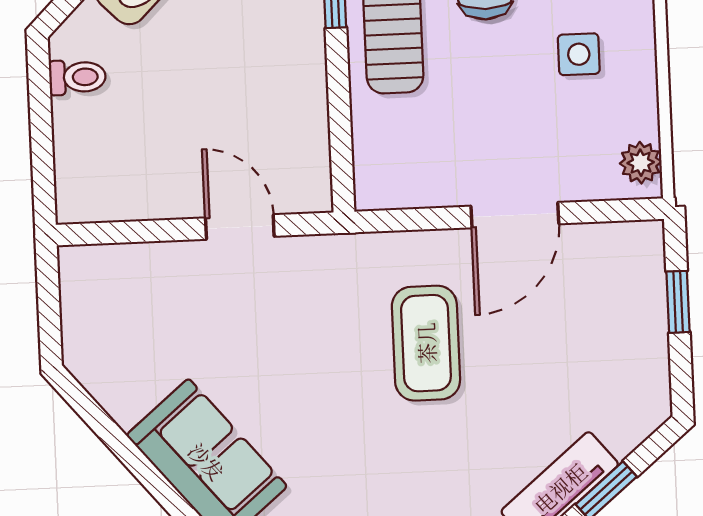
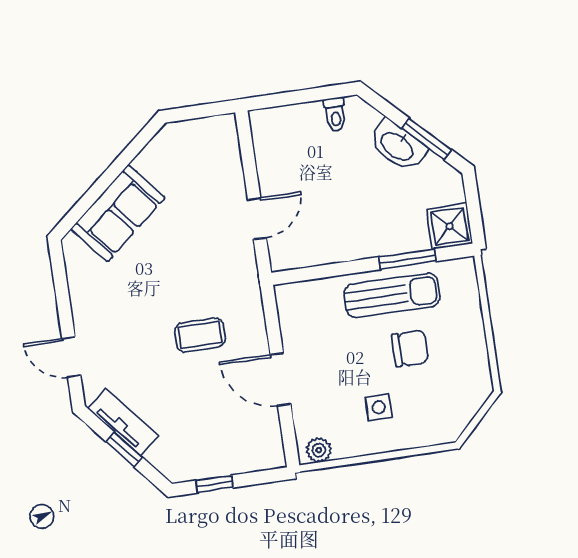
window: (678, 302) -> (215, 484), moved
coffee table: (426, 343) -> (200, 335), width x0.73, depth x0.77

